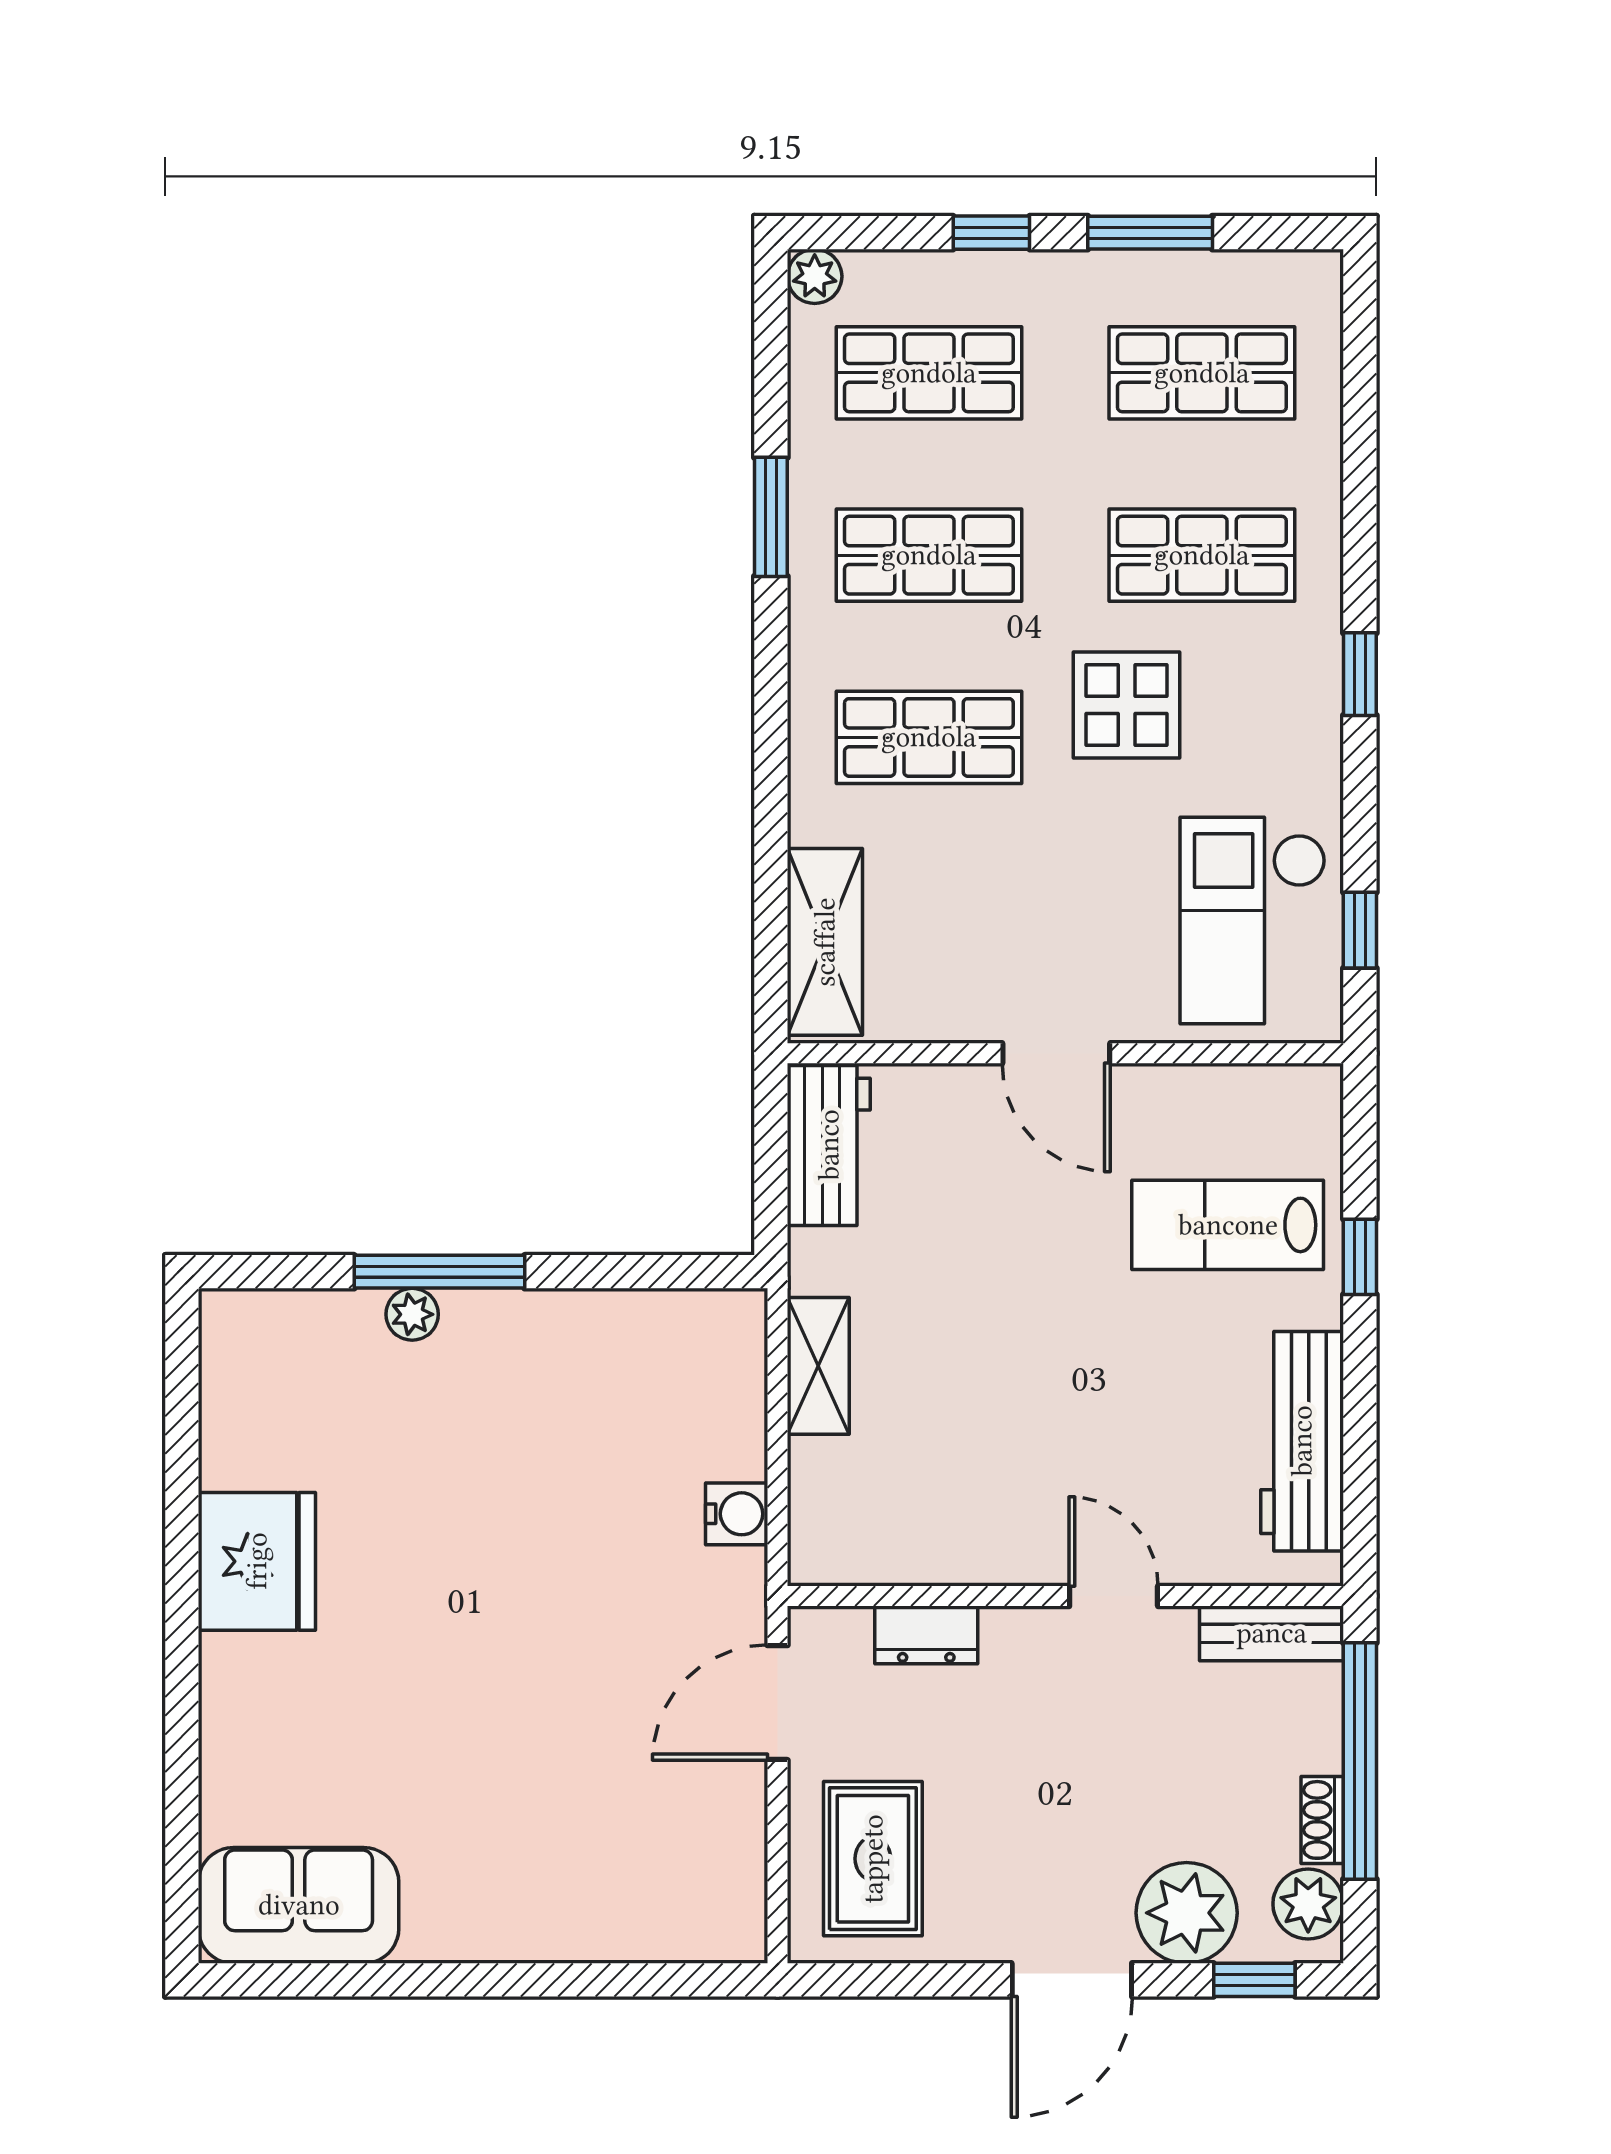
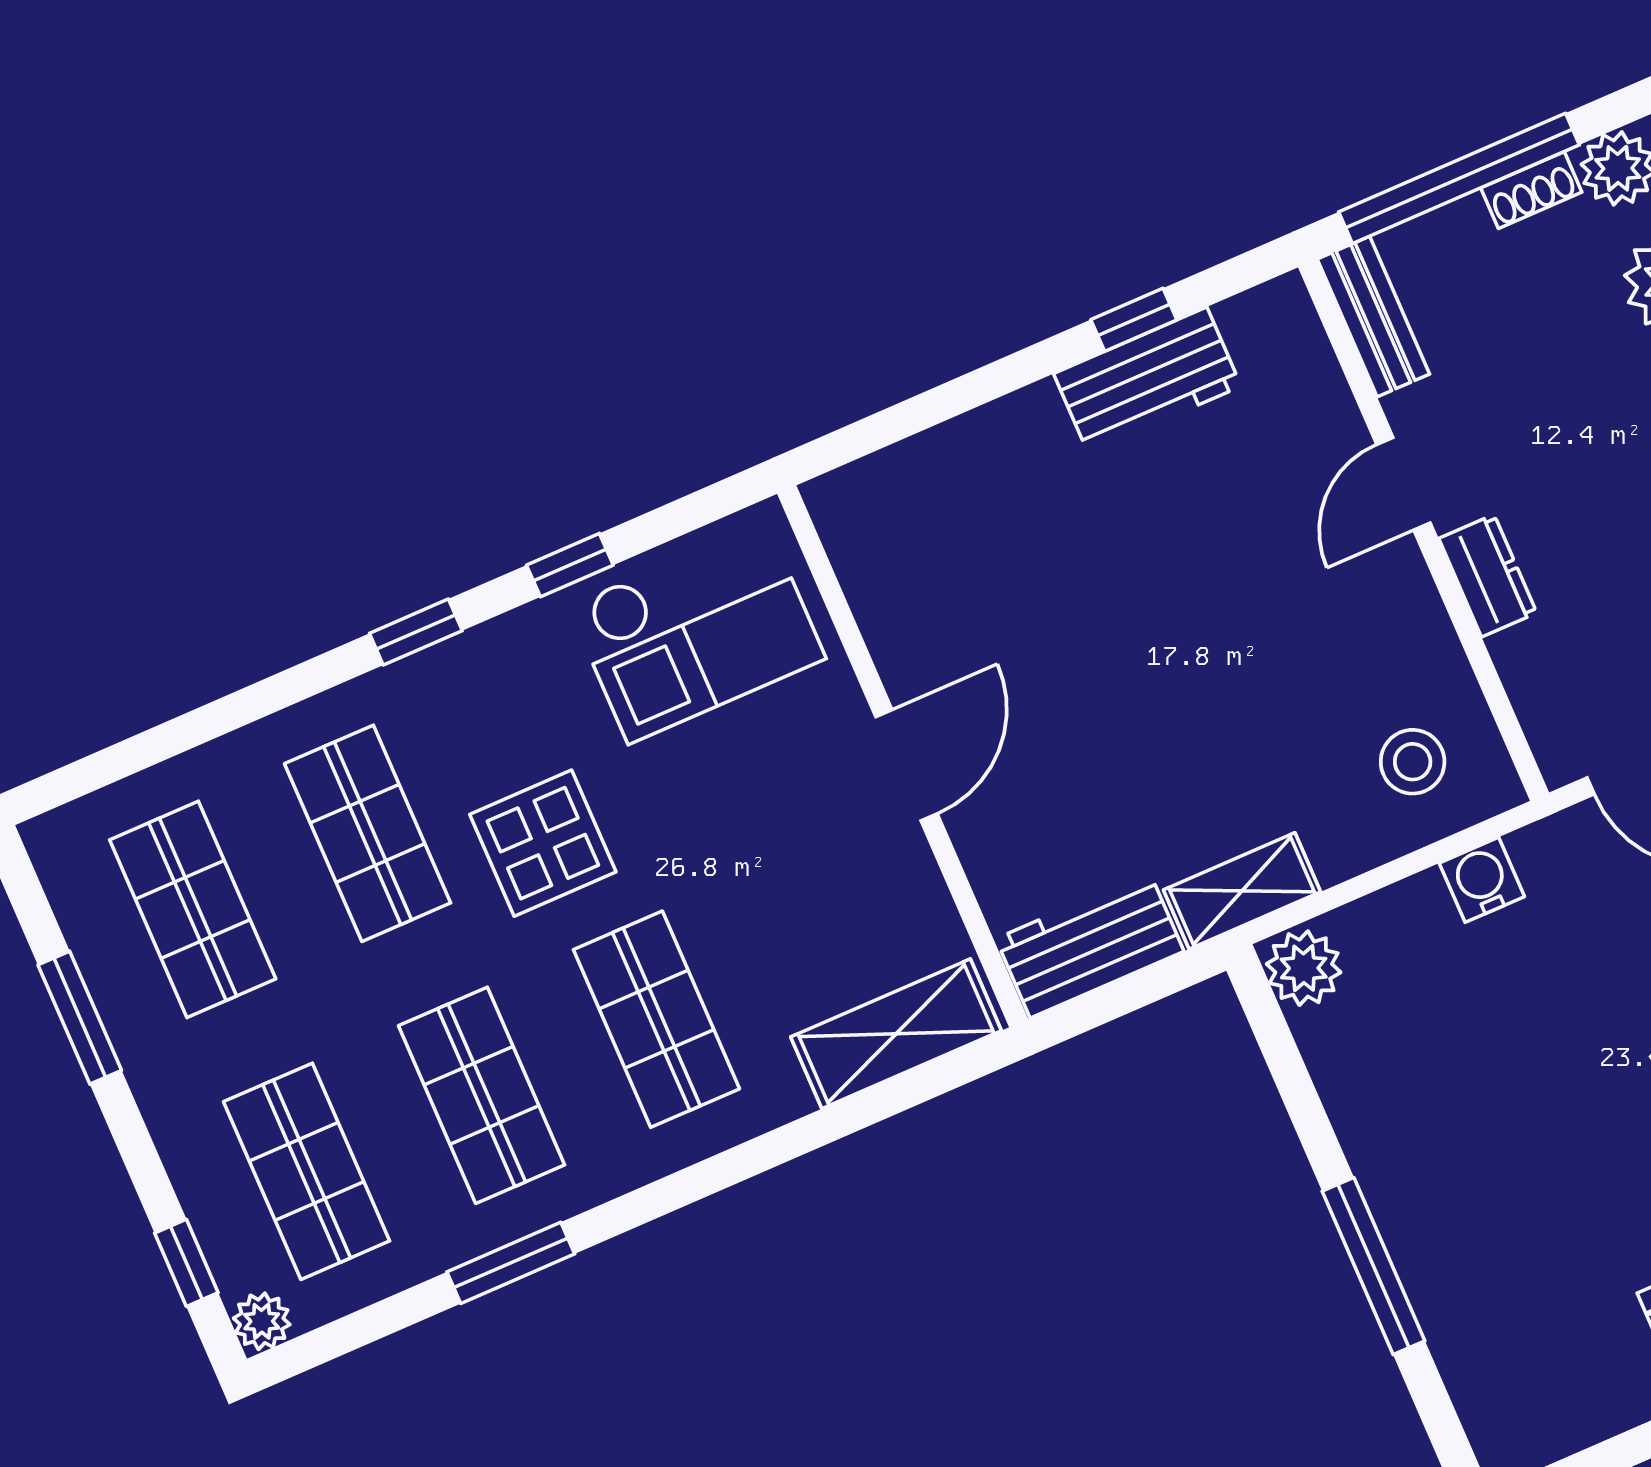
window: (991, 233) -> (186, 1263), moved
window: (1360, 930) -> (570, 565), moved
lab bench: (1228, 1225) -> (1000, 529), removed
window: (1360, 1257) -> (1134, 320), moved
plant: (412, 1314) -> (1304, 968), moved, width x1.38, depth x1.38
shelving: (818, 1366) -> (1242, 891), moved
workbench: (1302, 1441) -> (1147, 380), width x0.73
stool: (866, 1498) -> (1413, 762), added
dresser: (926, 1635) -> (1488, 576), moved

